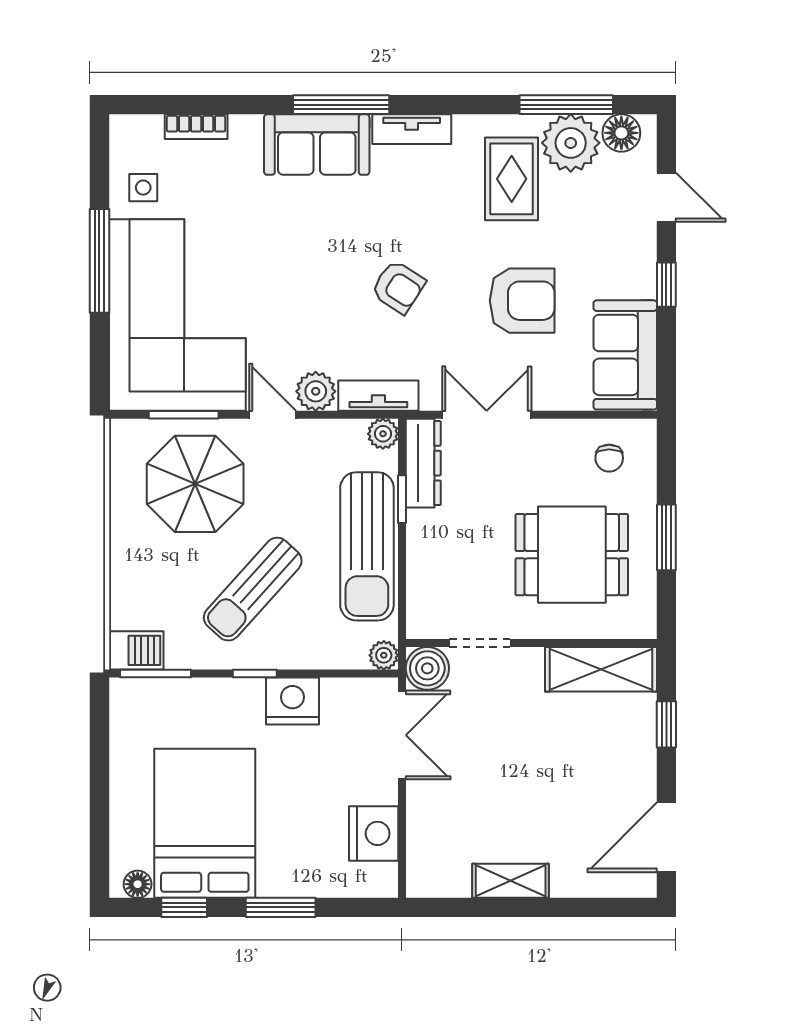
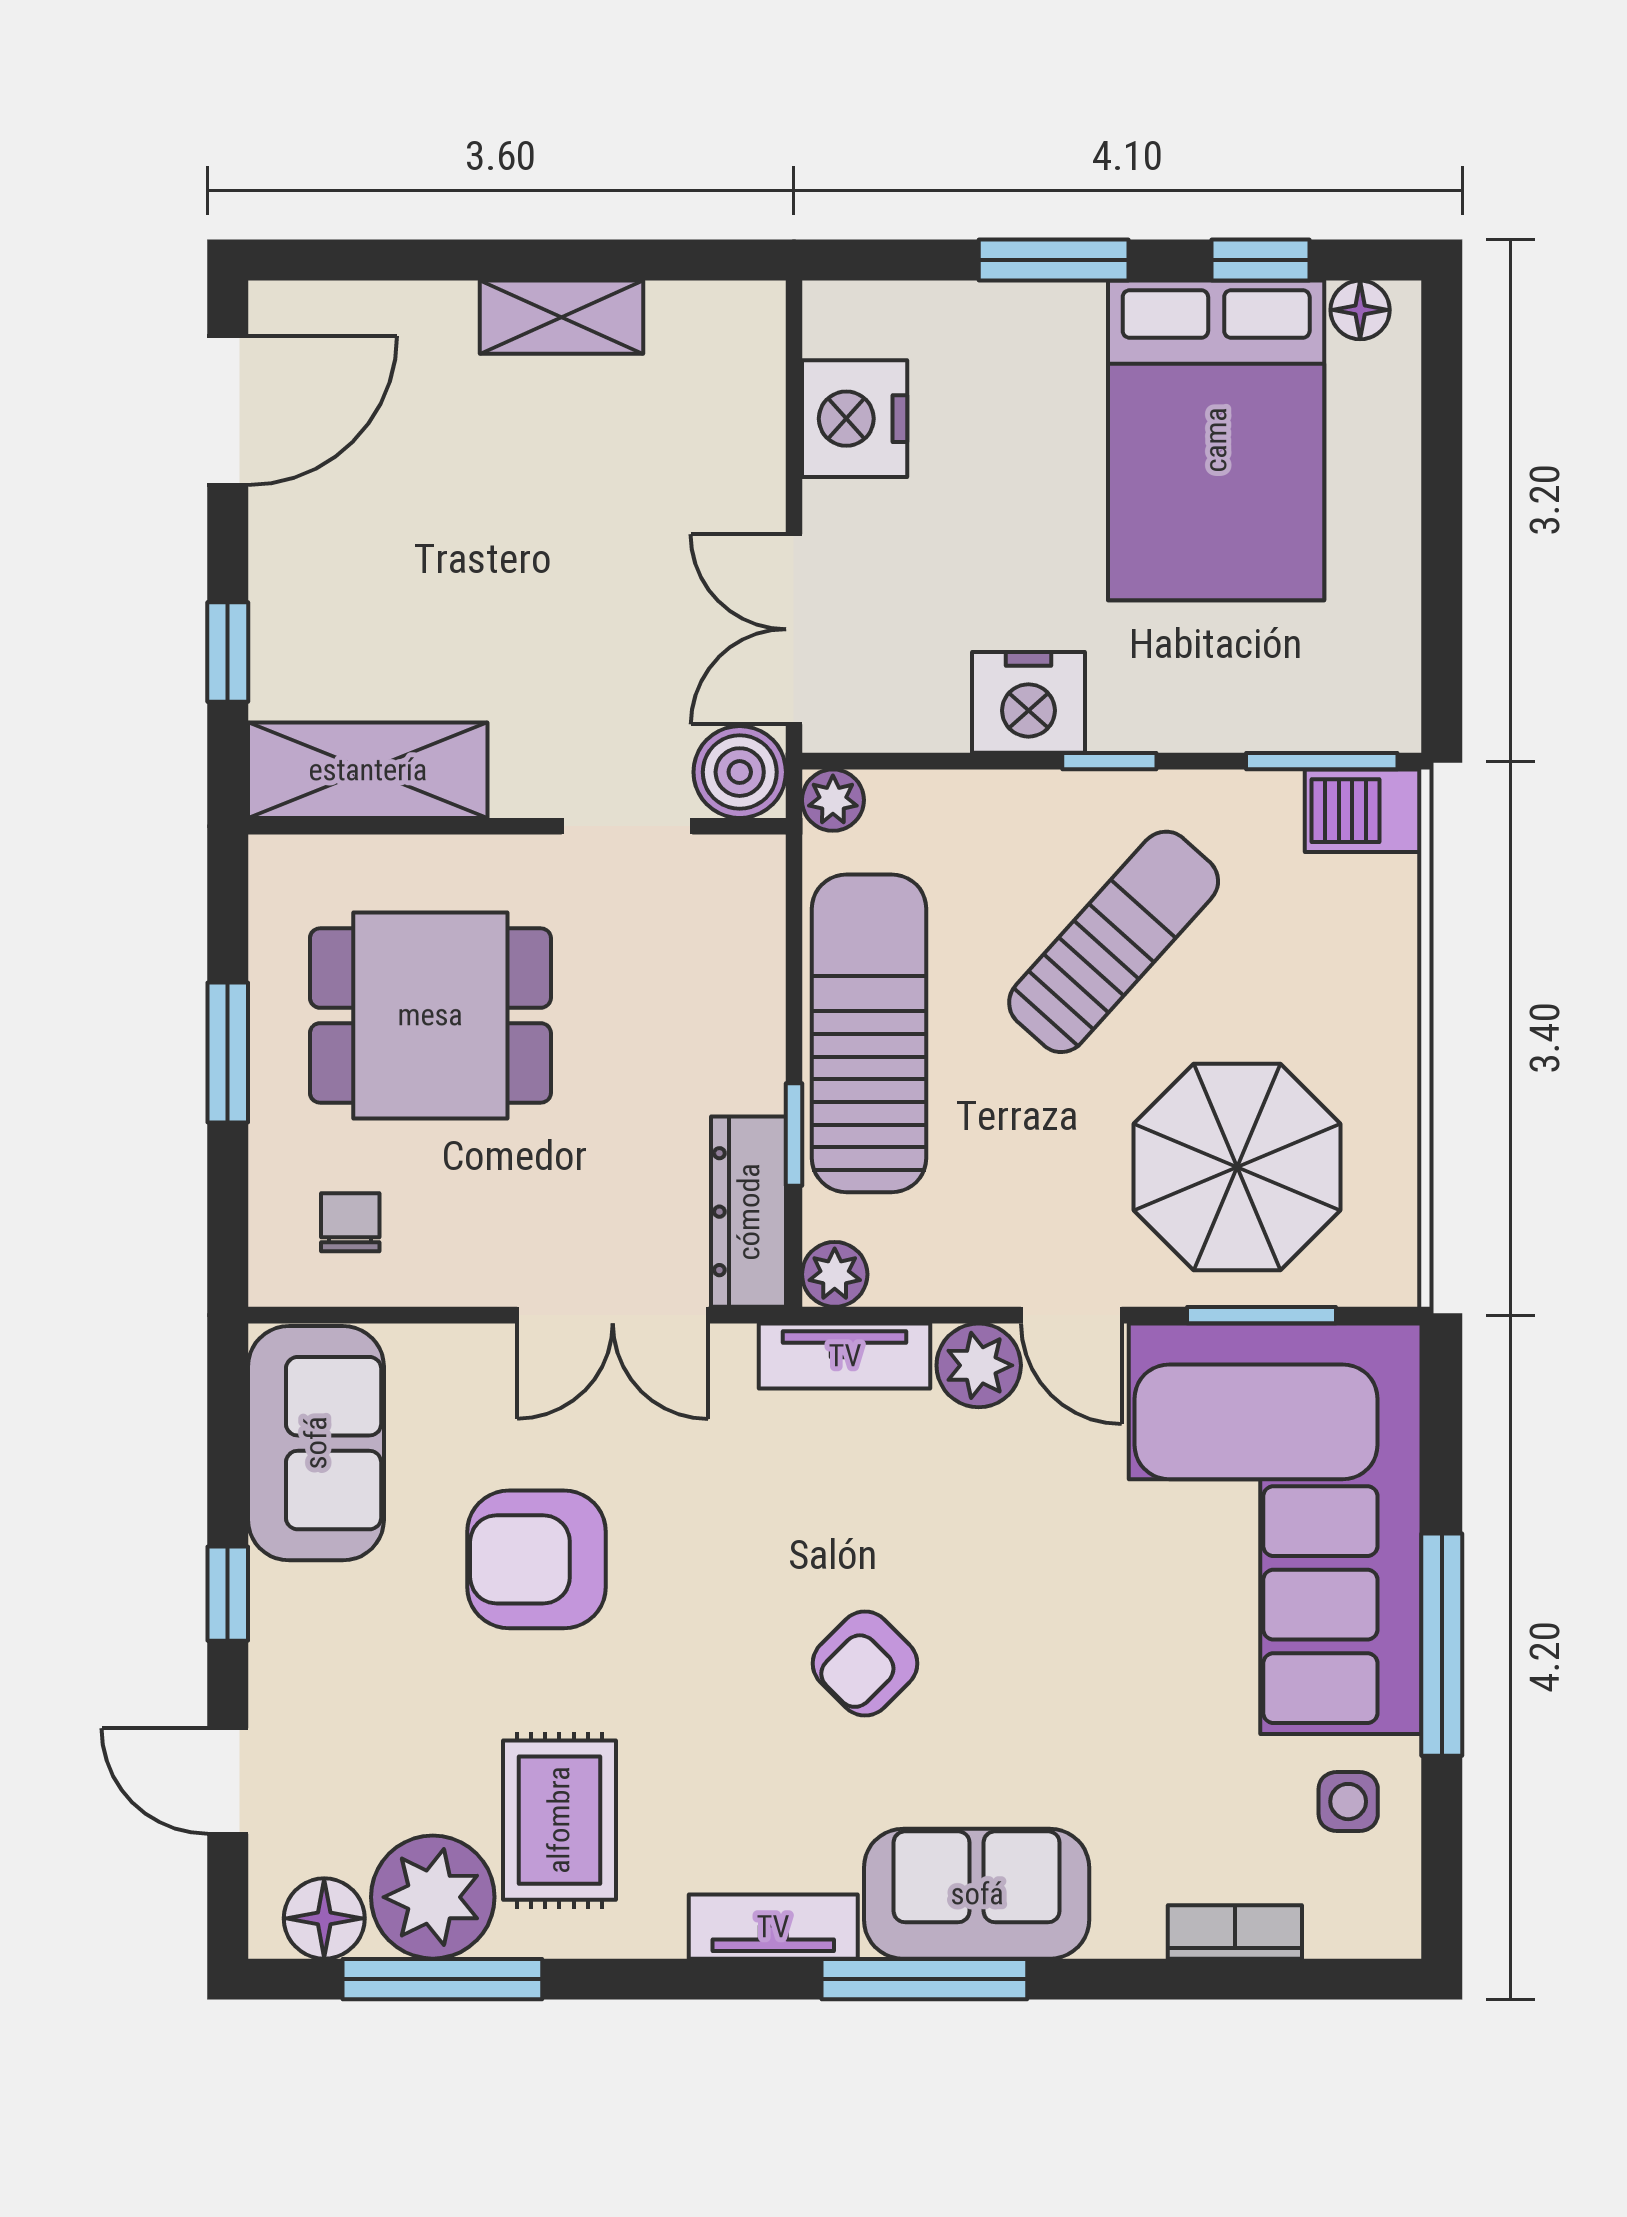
armchair: (398, 287) -> (865, 1663), moved, turned -78

